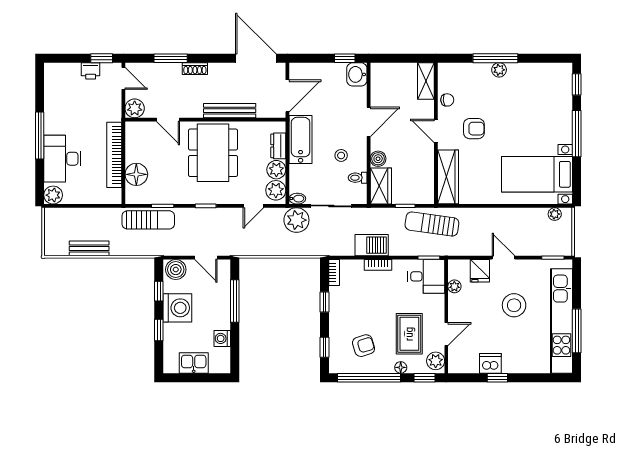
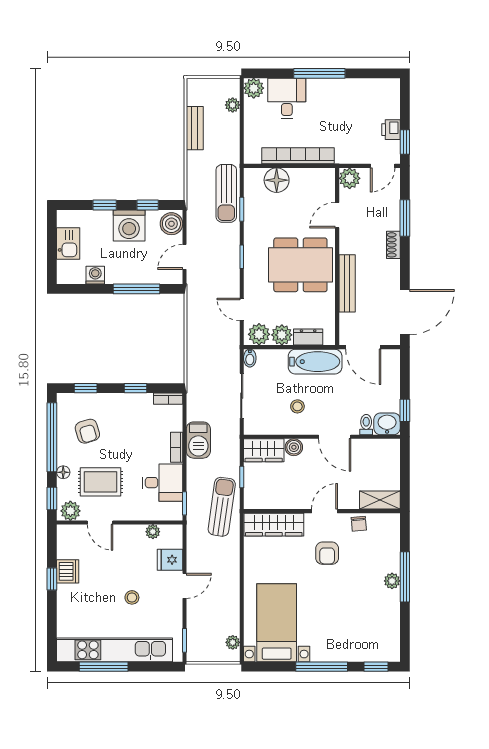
desk: (62, 159) -> (287, 99), width x0.73
toilet: (358, 178) -> (366, 425), moved
plant: (296, 220) -> (233, 105), moved, width x0.53, depth x0.53
desk: (426, 276) -> (162, 483), moved, turned -90
stool: (514, 305) -> (132, 597), width x0.53, depth x0.53

